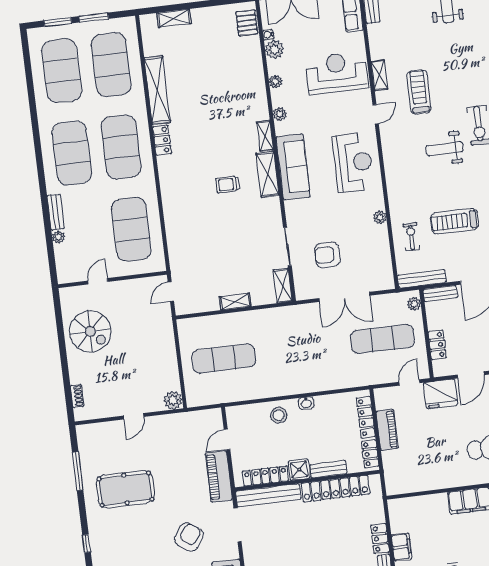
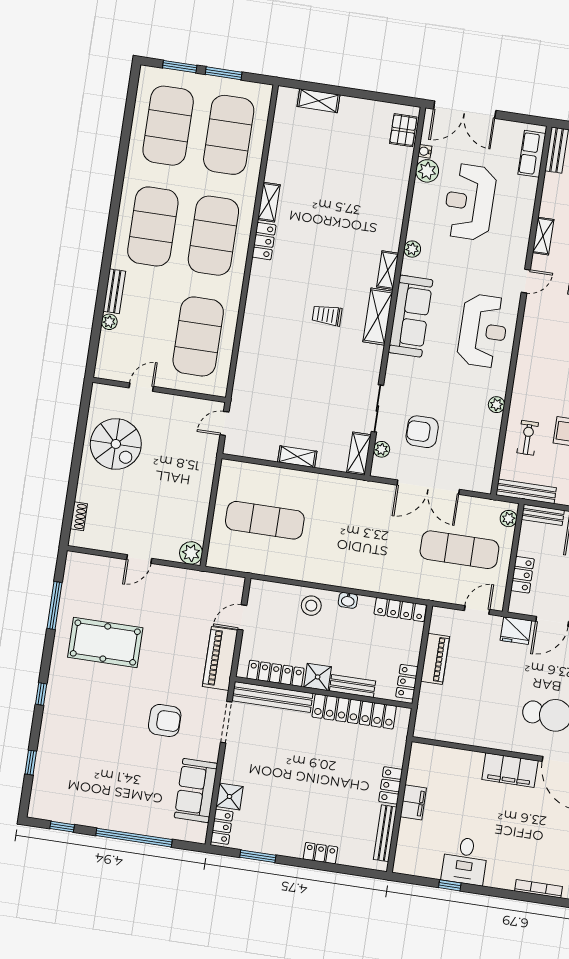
reception desk: (337, 73) -> (470, 202), moved, turned -90
plant: (275, 82) -> (382, 449), moved
shelving: (157, 90) -> (269, 202), width x0.45, depth x0.75
fridge: (441, 394) -> (516, 631), width x0.73, depth x0.75
locker: (366, 417) -> (400, 610), moved, turned -90
armchair: (189, 537) -> (165, 720), turned 55

